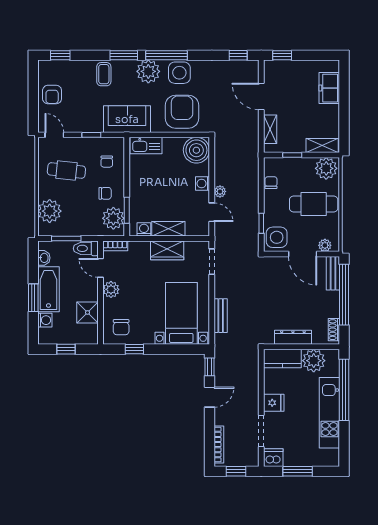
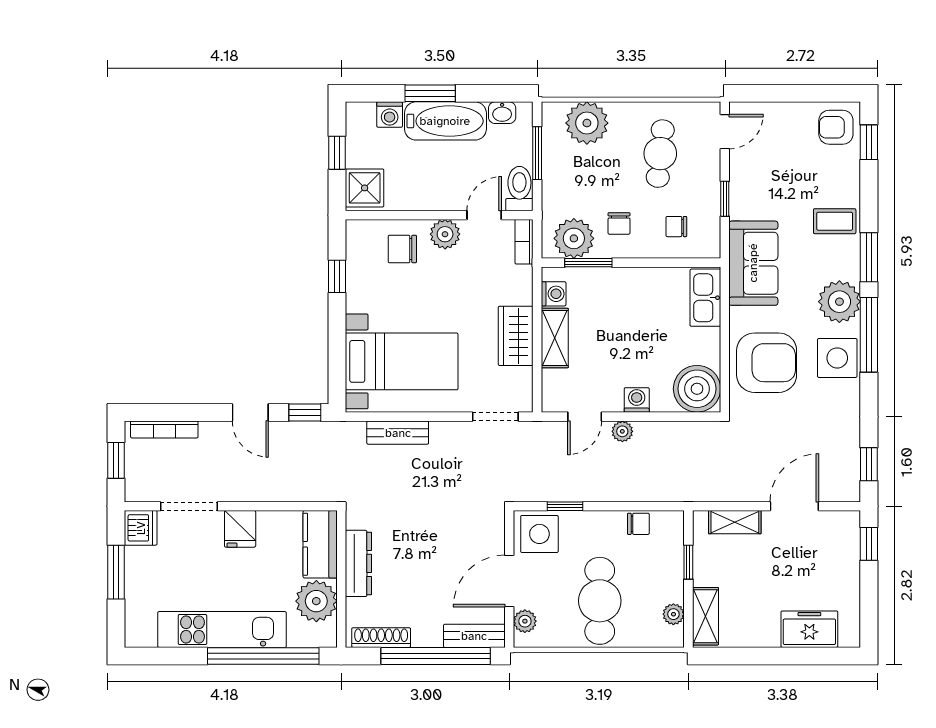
armchair: (52, 95) -> (836, 127), moved
plant: (326, 168) -> (673, 614), width x0.53, depth x0.53
shower: (88, 312) -> (365, 188), moved
chair: (121, 327) -> (402, 249), moved
shoe rack: (334, 330) -> (381, 638), width x1.43

